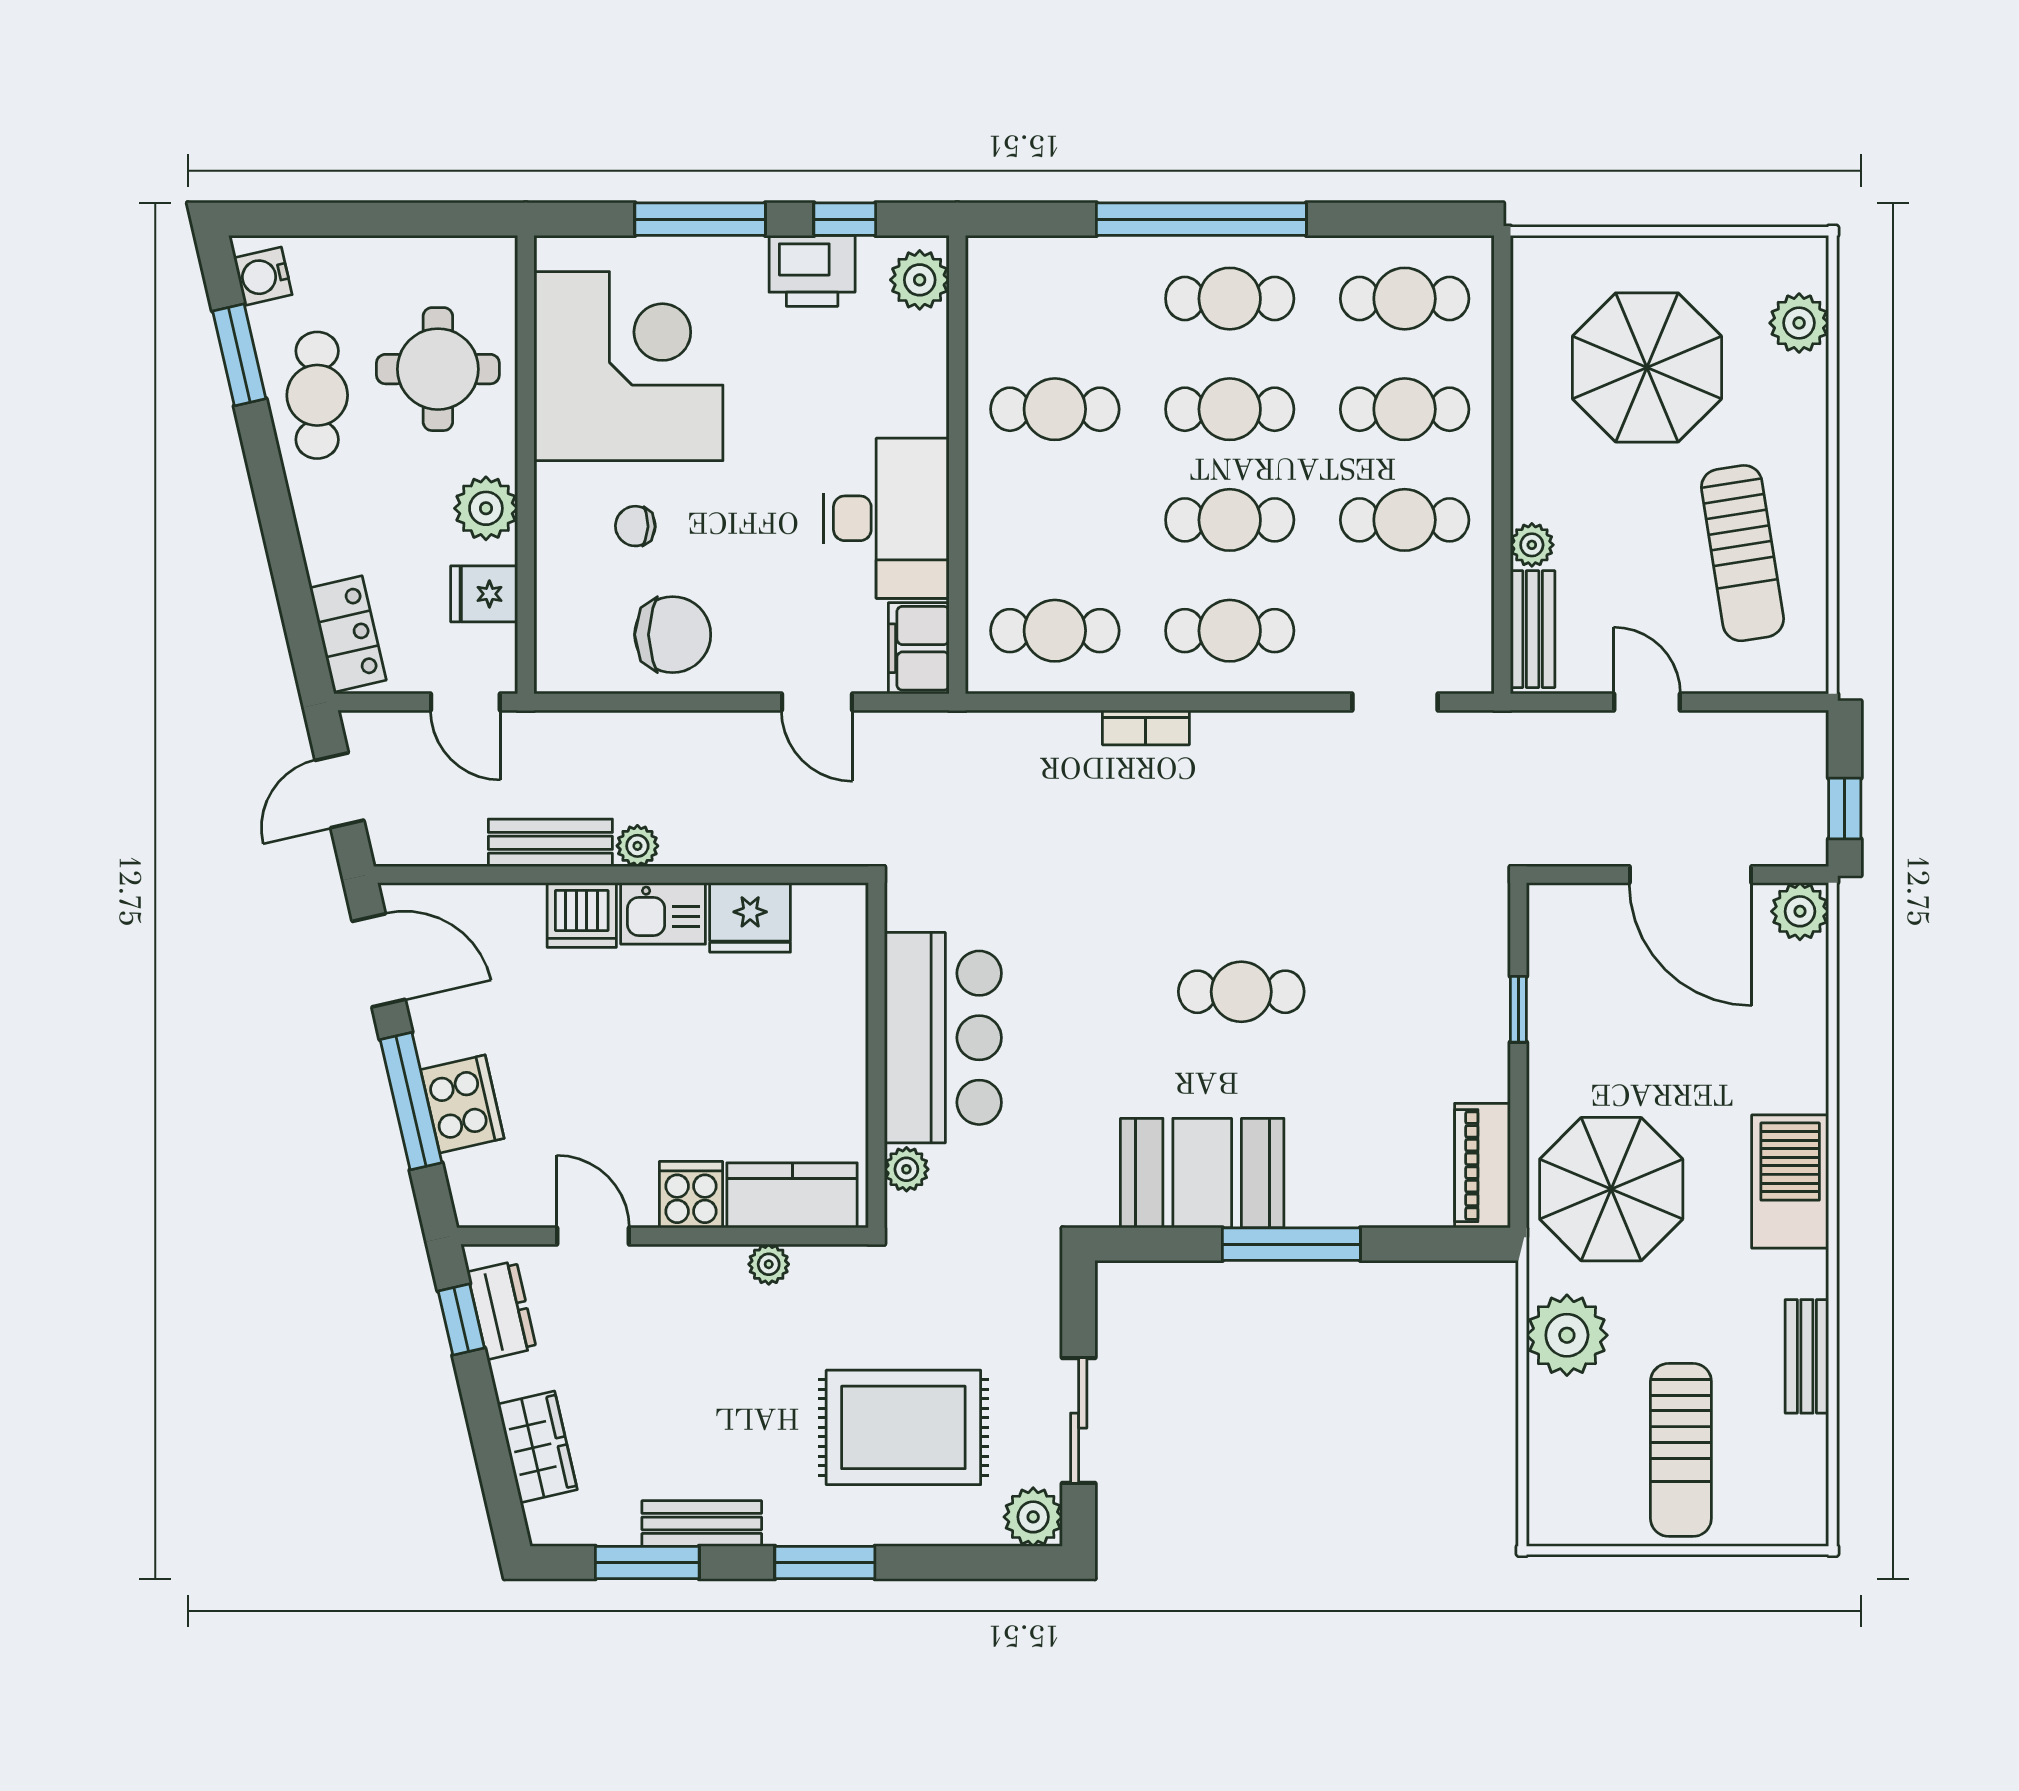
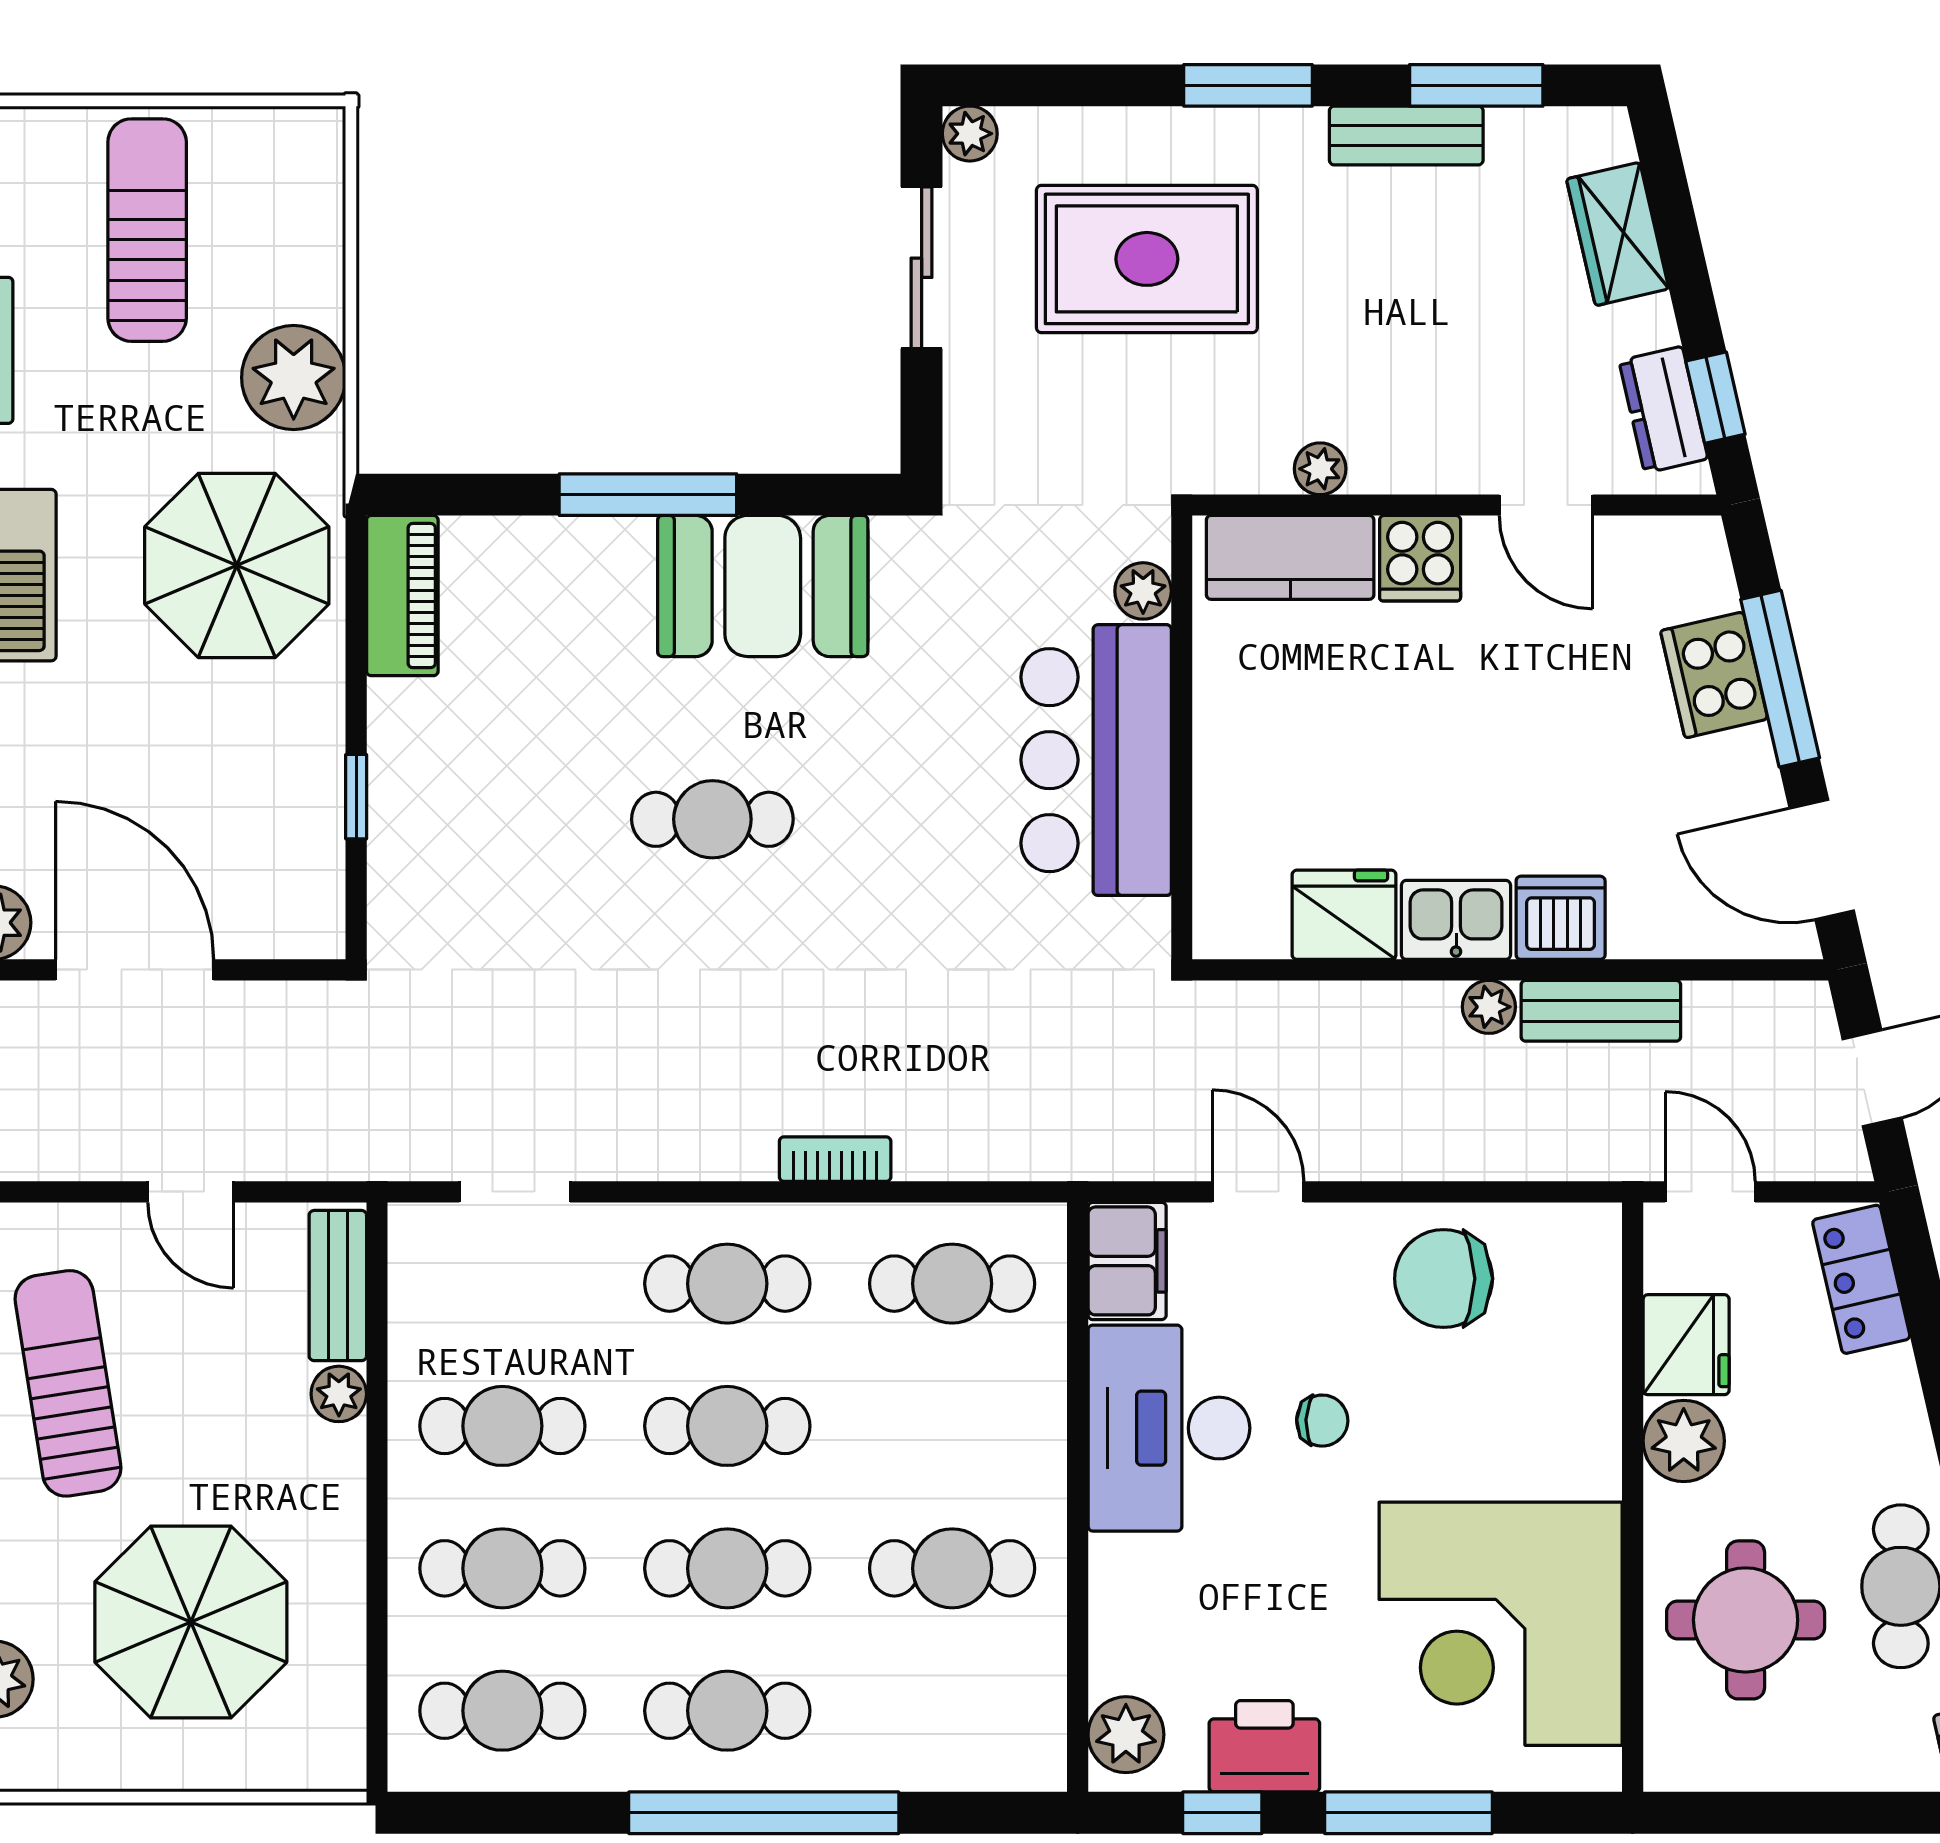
chair: (635, 526) -> (1322, 1421), moved
fridge: (484, 594) -> (1686, 1345), width x1.38
plant: (1033, 1517) -> (970, 134), width x0.73, depth x0.73

